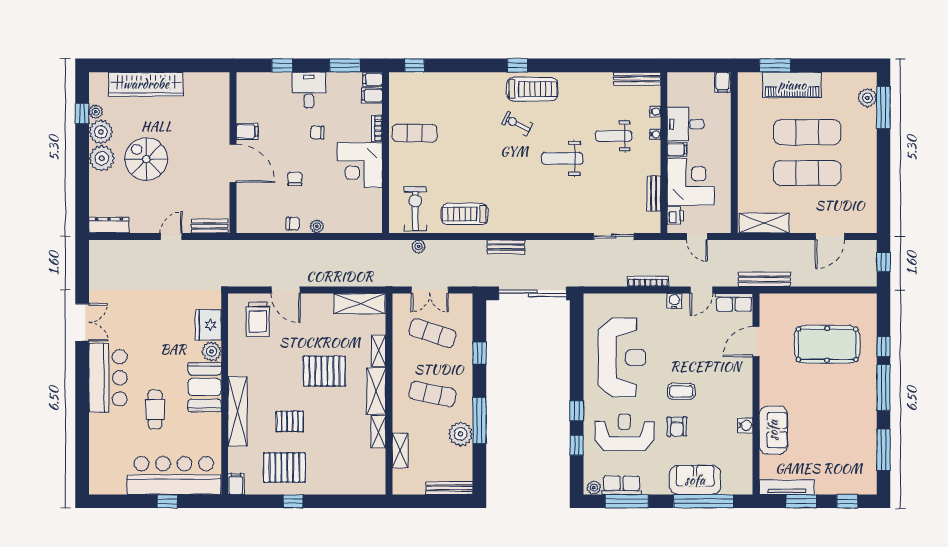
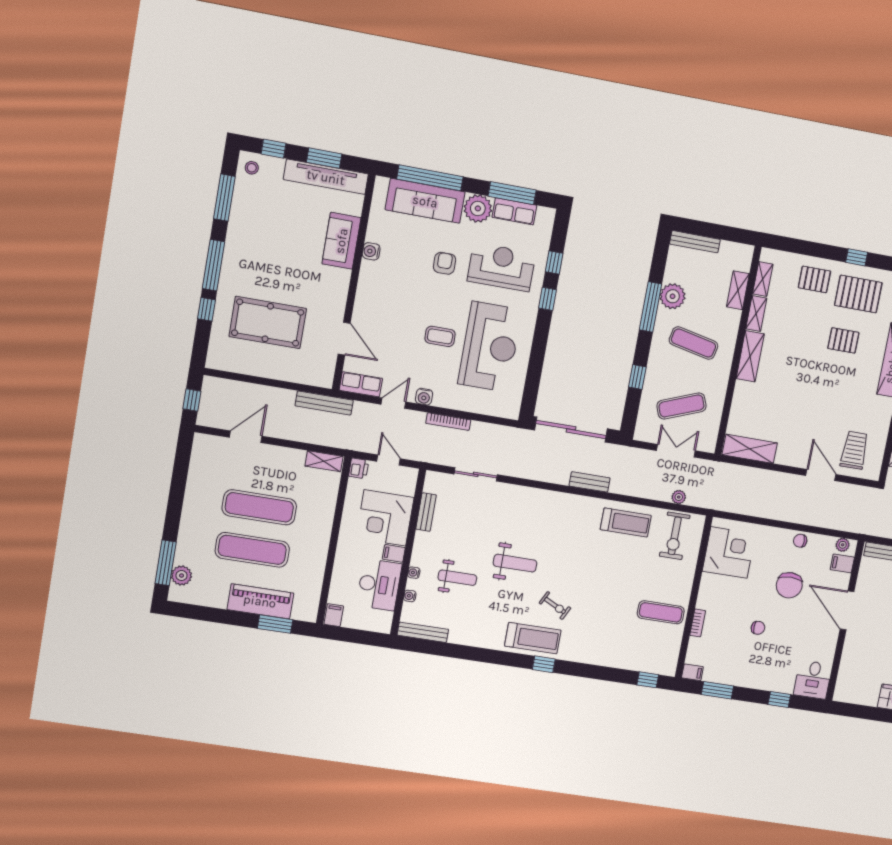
treadmill: (532, 89) -> (533, 638), turned 180
desk: (309, 90) -> (813, 680), moved
filing cabinet: (372, 96) -> (696, 656), removed
desk: (685, 124) -> (379, 585), width x1.37
filing cabinet: (247, 131) -> (842, 563), moved
corner desk: (360, 165) -> (729, 552), moved
chair: (295, 179) -> (789, 585), width x1.87, depth x1.87
printer: (675, 216) -> (359, 468), moved, turned 180
shelving: (764, 223) -> (324, 461), width x0.67, depth x0.75
plant: (317, 226) -> (843, 545), moved
exercise mat: (433, 333) -> (681, 406), turned -39
door: (756, 342) -> (344, 339), hinge flipped
shelving: (379, 351) -> (763, 279), moved
reception desk: (622, 357) -> (490, 347), turned 180
pallet: (324, 371) -> (814, 279), moved, width x0.67, depth x0.71
coffee table: (681, 391) -> (440, 336), moved
reception desk: (624, 432) -> (501, 267), turned 180
sofa: (695, 480) -> (425, 201), width x1.36
stool: (864, 481) -> (252, 168), added
tv unit: (787, 487) -> (326, 177), width x1.36, depth x1.29
plant: (594, 488) -> (478, 208), moved, width x1.87, depth x1.87

